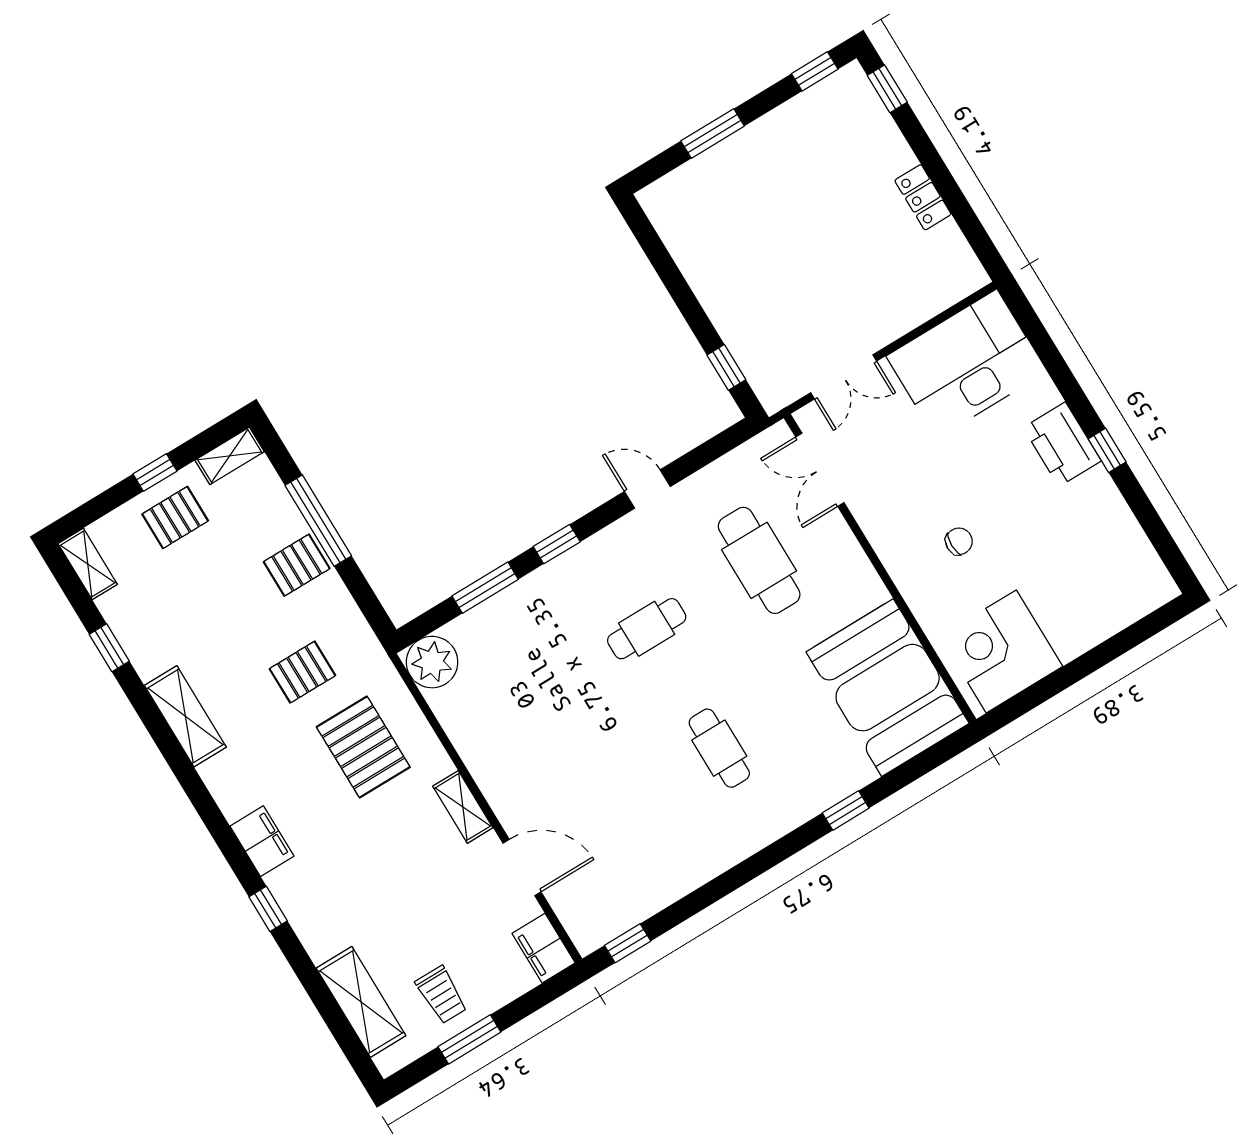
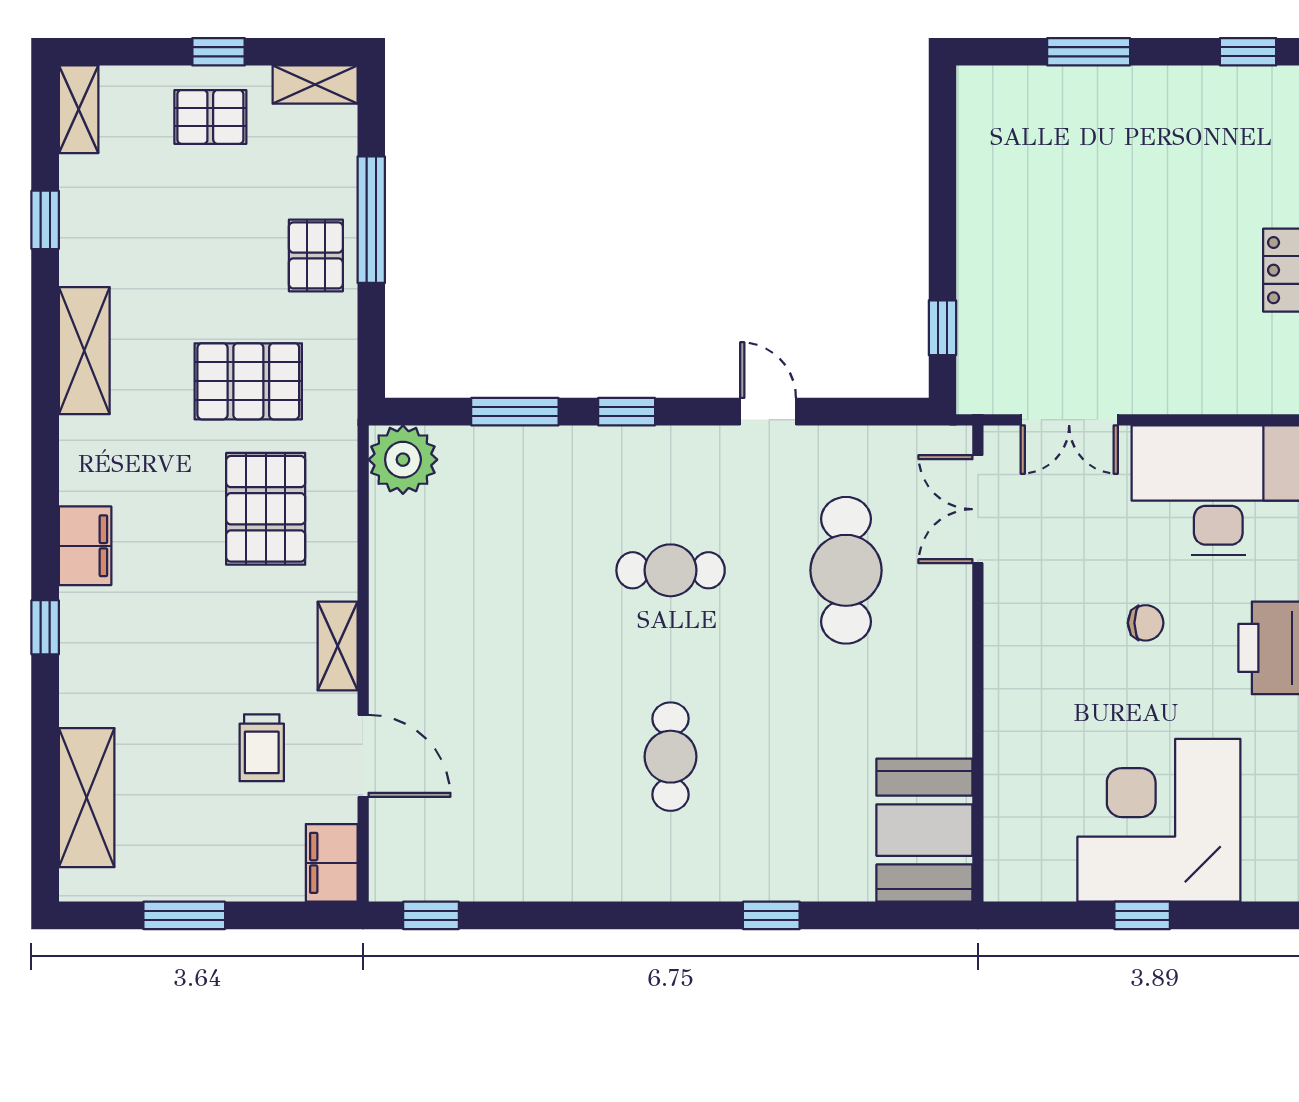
chair: (959, 541) -> (1146, 623), moved
pallet: (297, 565) -> (316, 255), turned 90
corner desk: (1001, 651) -> (1159, 820), moved, width x1.36, depth x1.36
window: (1083, 666) -> (1142, 915), added
pallet: (302, 672) -> (248, 381), width x1.50, depth x1.42
booth: (888, 688) -> (924, 830), width x0.73, depth x0.70
trolley: (441, 995) -> (262, 748), moved

